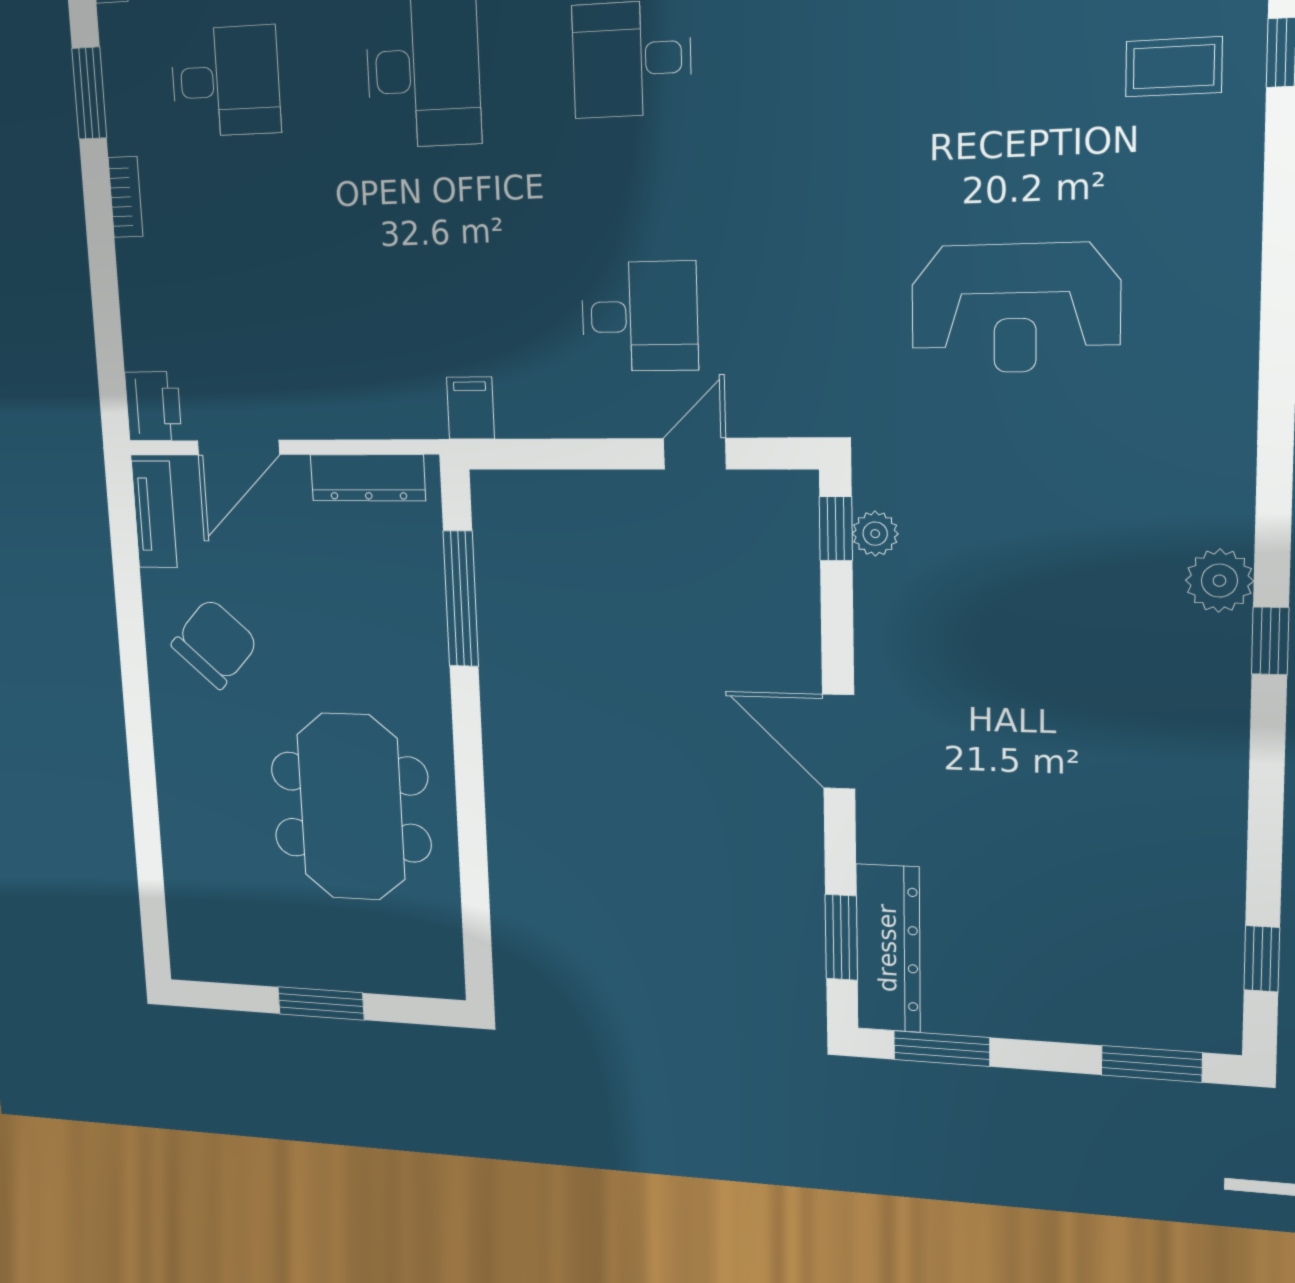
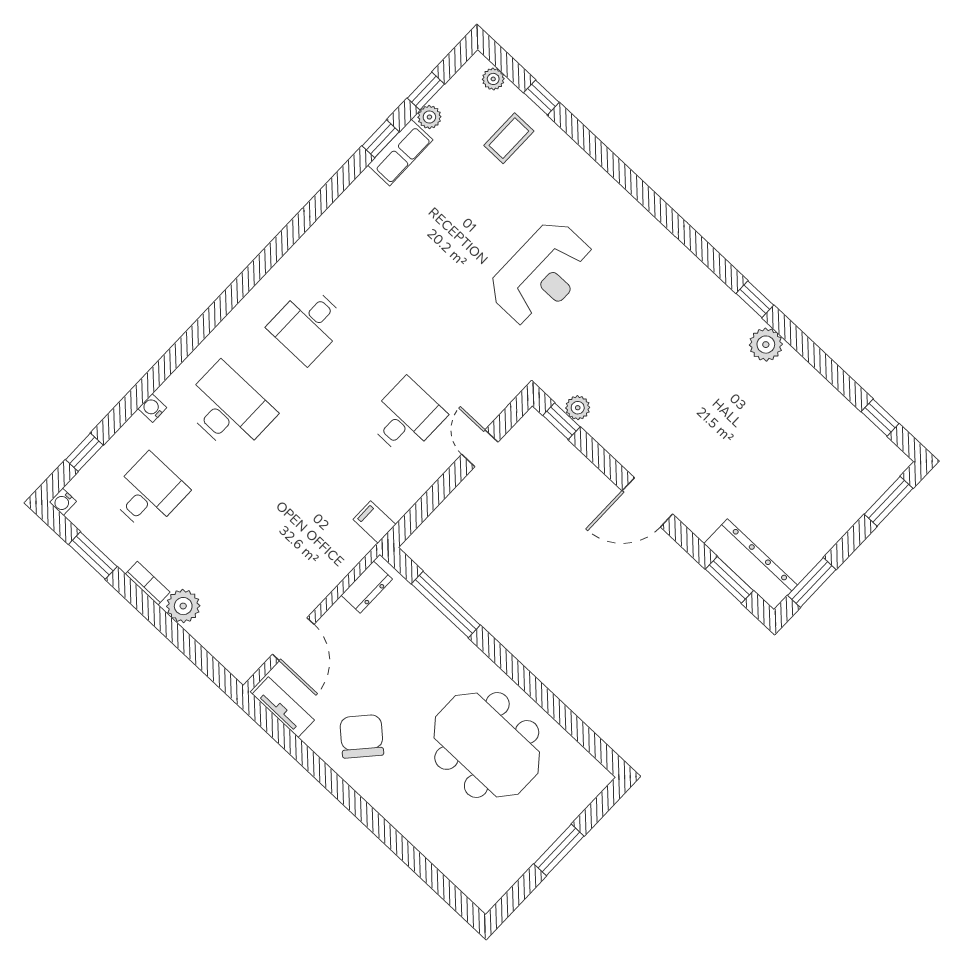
plant: (143, 270) -> (183, 606), added
printer: (153, 406) -> (240, 660), removed
dresser: (368, 478) -> (367, 587), width x0.70
plant: (1219, 581) -> (766, 345), moved

